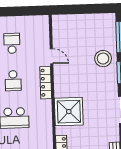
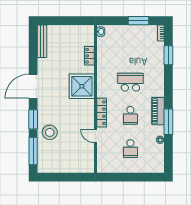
school desk: (13, 81) -> (130, 115), turned 180

